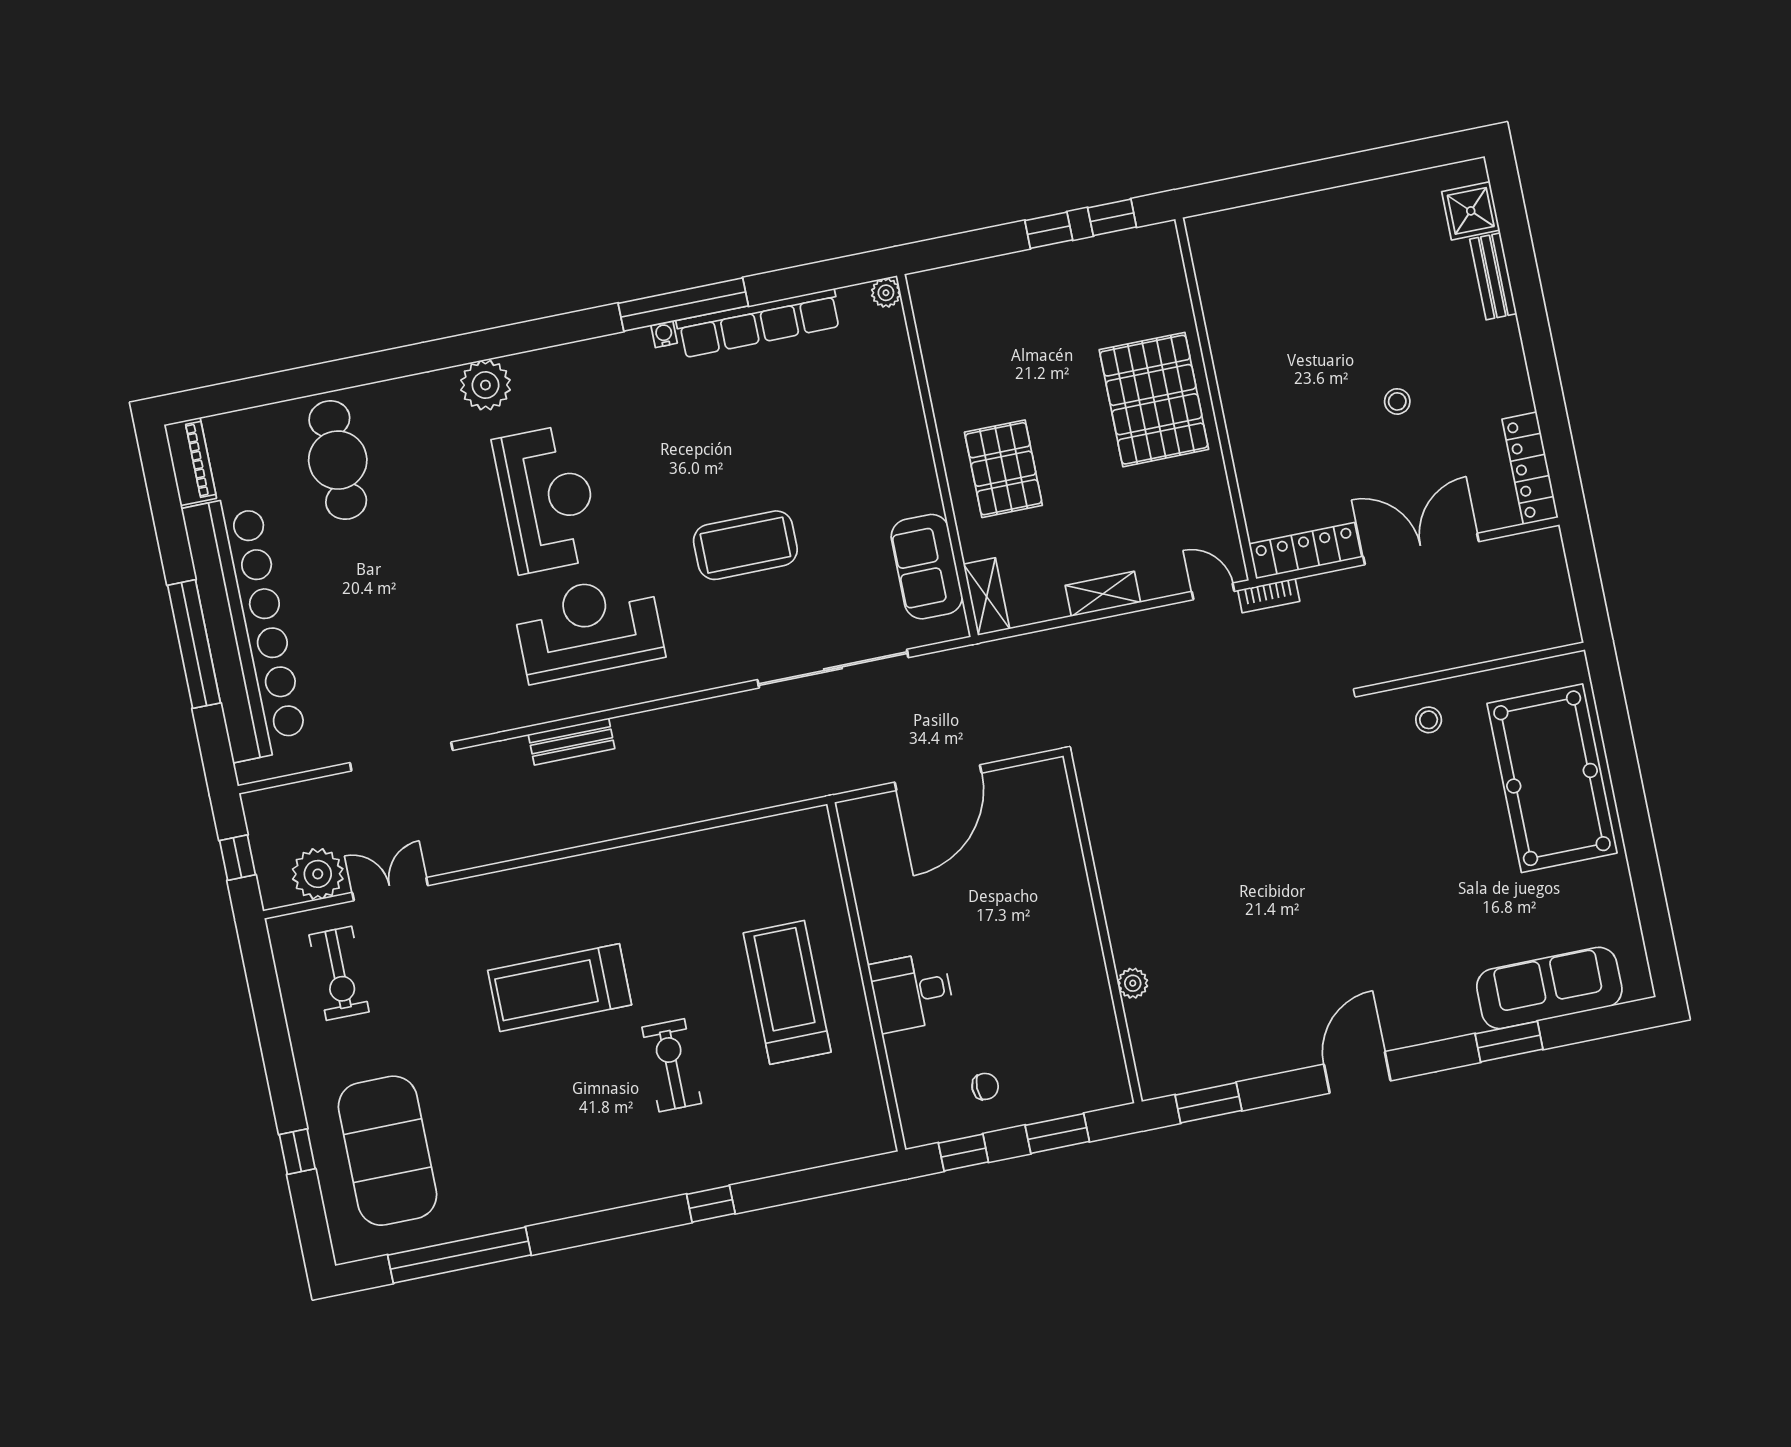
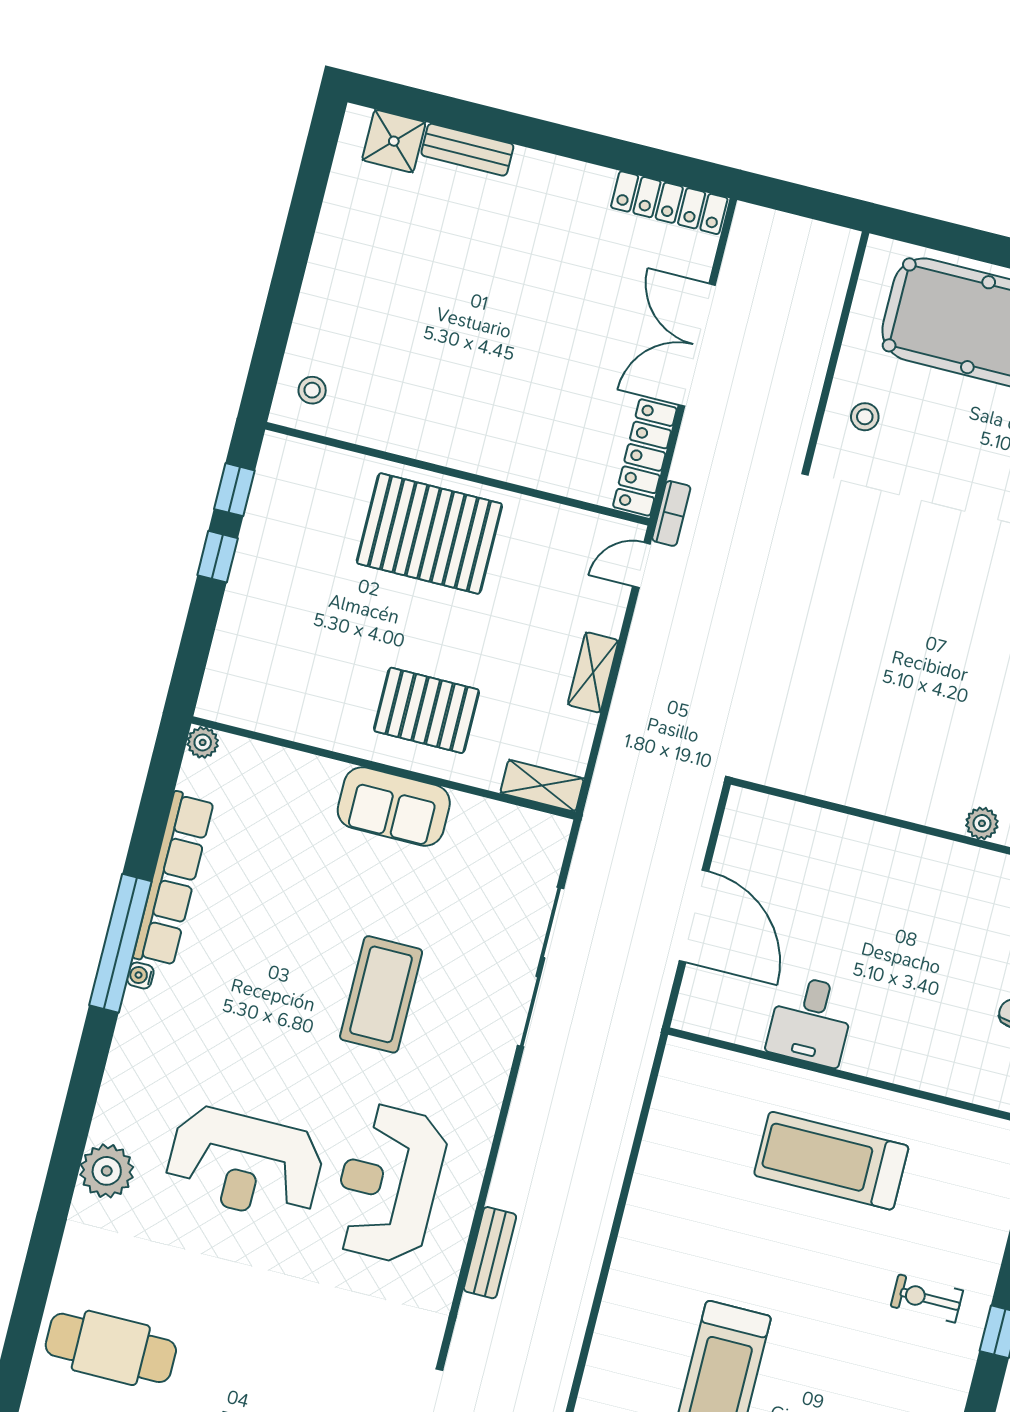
stool: (1397, 401) -> (312, 390), moved
reception desk: (547, 499) -> (245, 1164), turned 180
sofa: (927, 567) -> (394, 806), moved
desk: (912, 992) -> (811, 1021), moved
exercise bike: (672, 1065) -> (927, 1298), moved, width x0.73, depth x0.72

